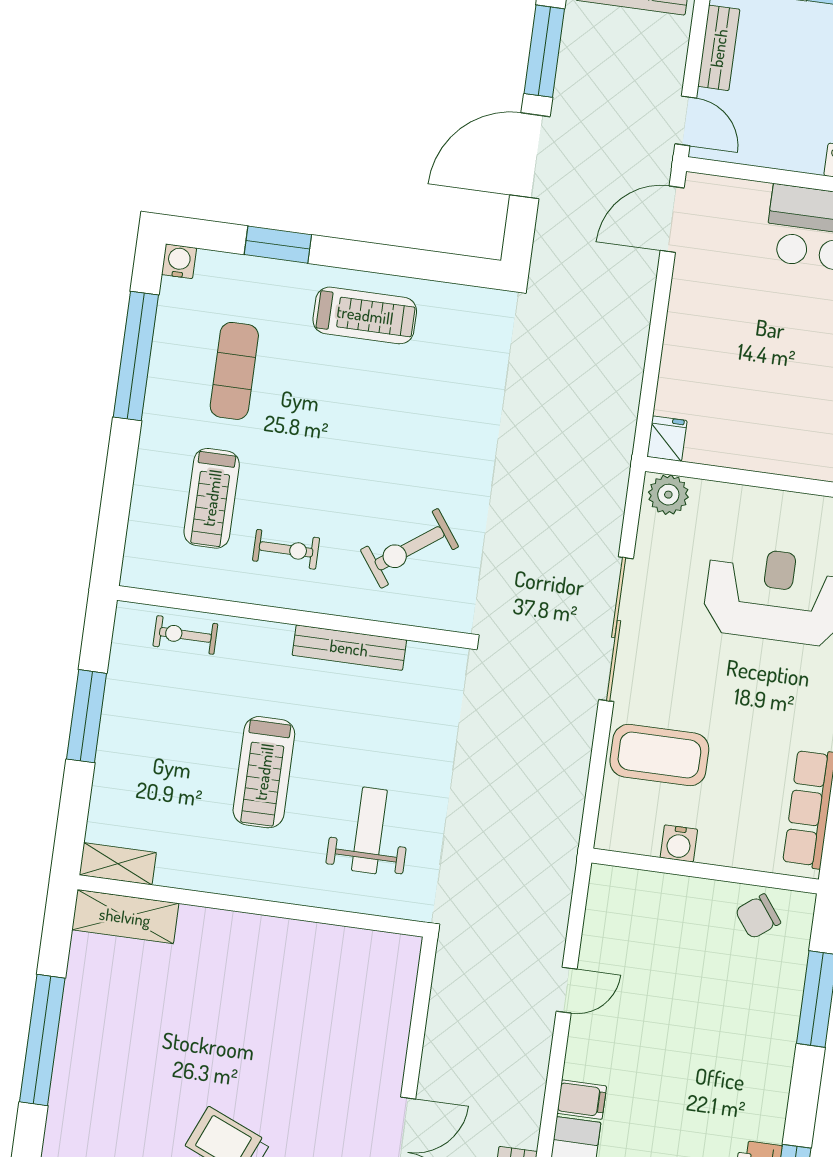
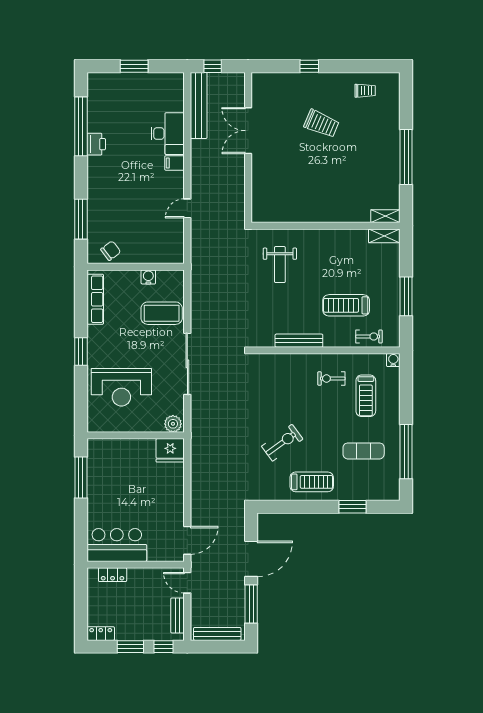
water cooler: (179, 261) -> (393, 360), moved, turned 180
treadmill: (365, 315) -> (312, 482), turned 180
exercise mat: (234, 371) -> (364, 451), turned 90
fridge: (667, 439) -> (170, 450), width x1.88, depth x1.34
treadmill: (212, 498) -> (366, 396), turned 180
exercise bike: (410, 548) -> (282, 443), moved
treadmill: (264, 772) -> (346, 305), moved, turned -90
shelving: (125, 917) -> (385, 216), width x0.67, depth x0.75

